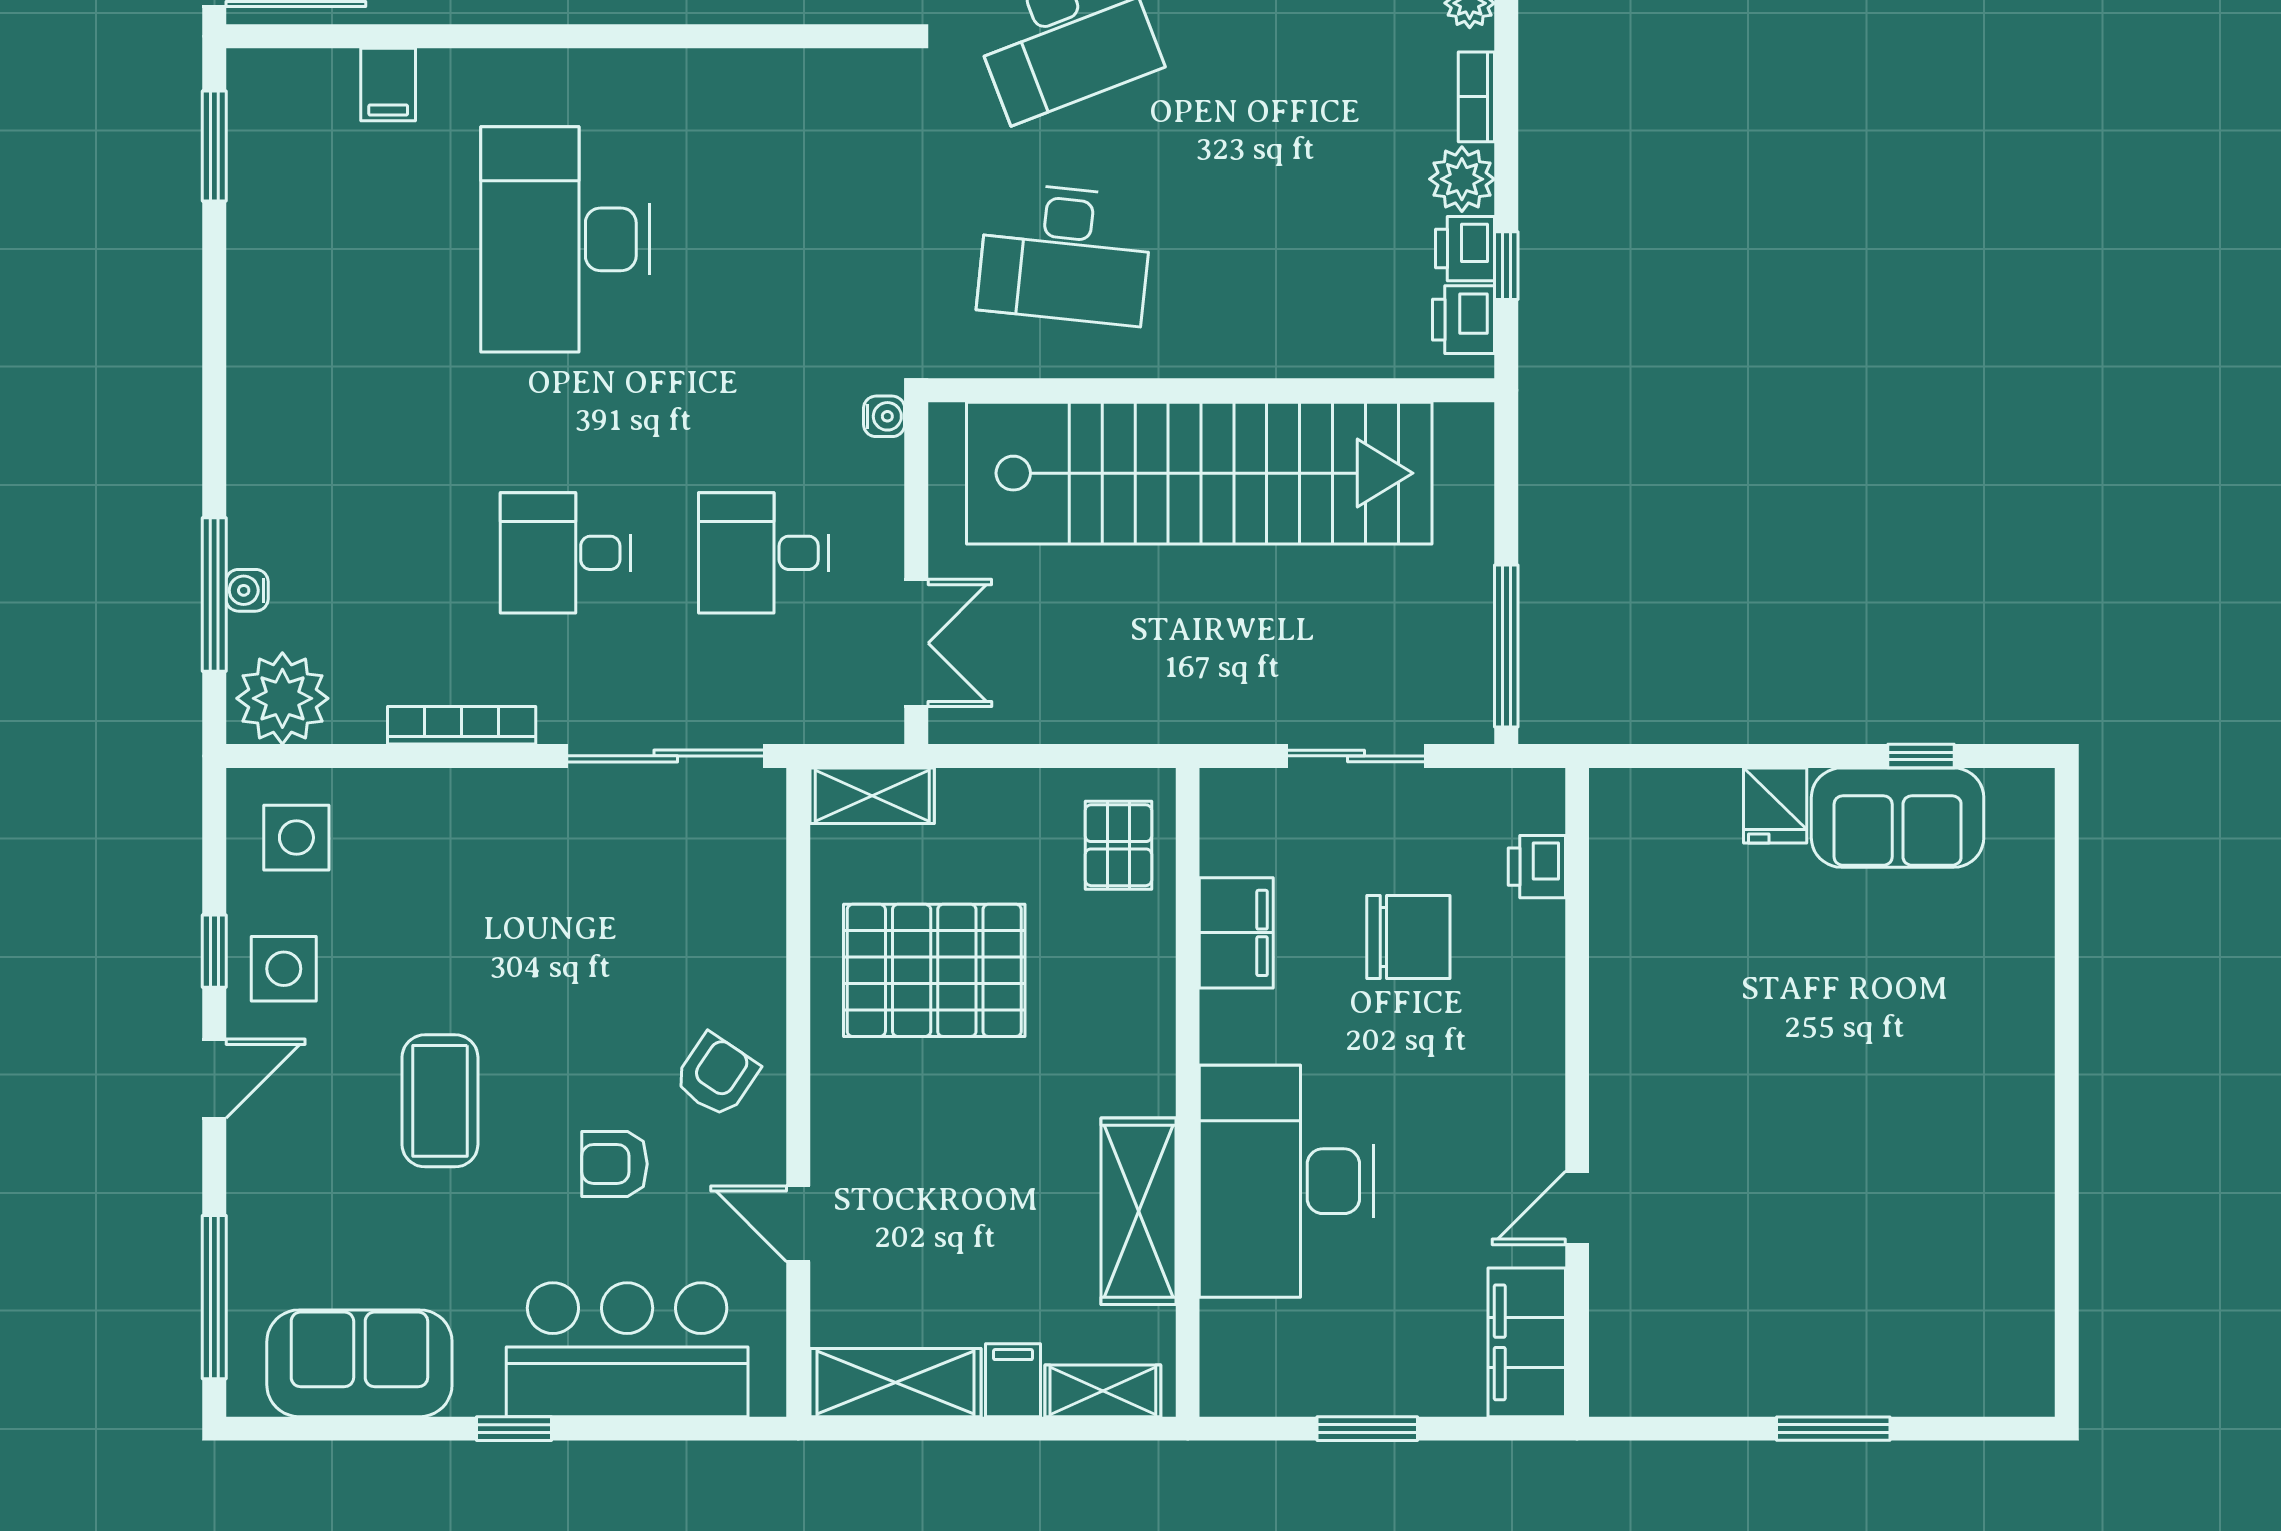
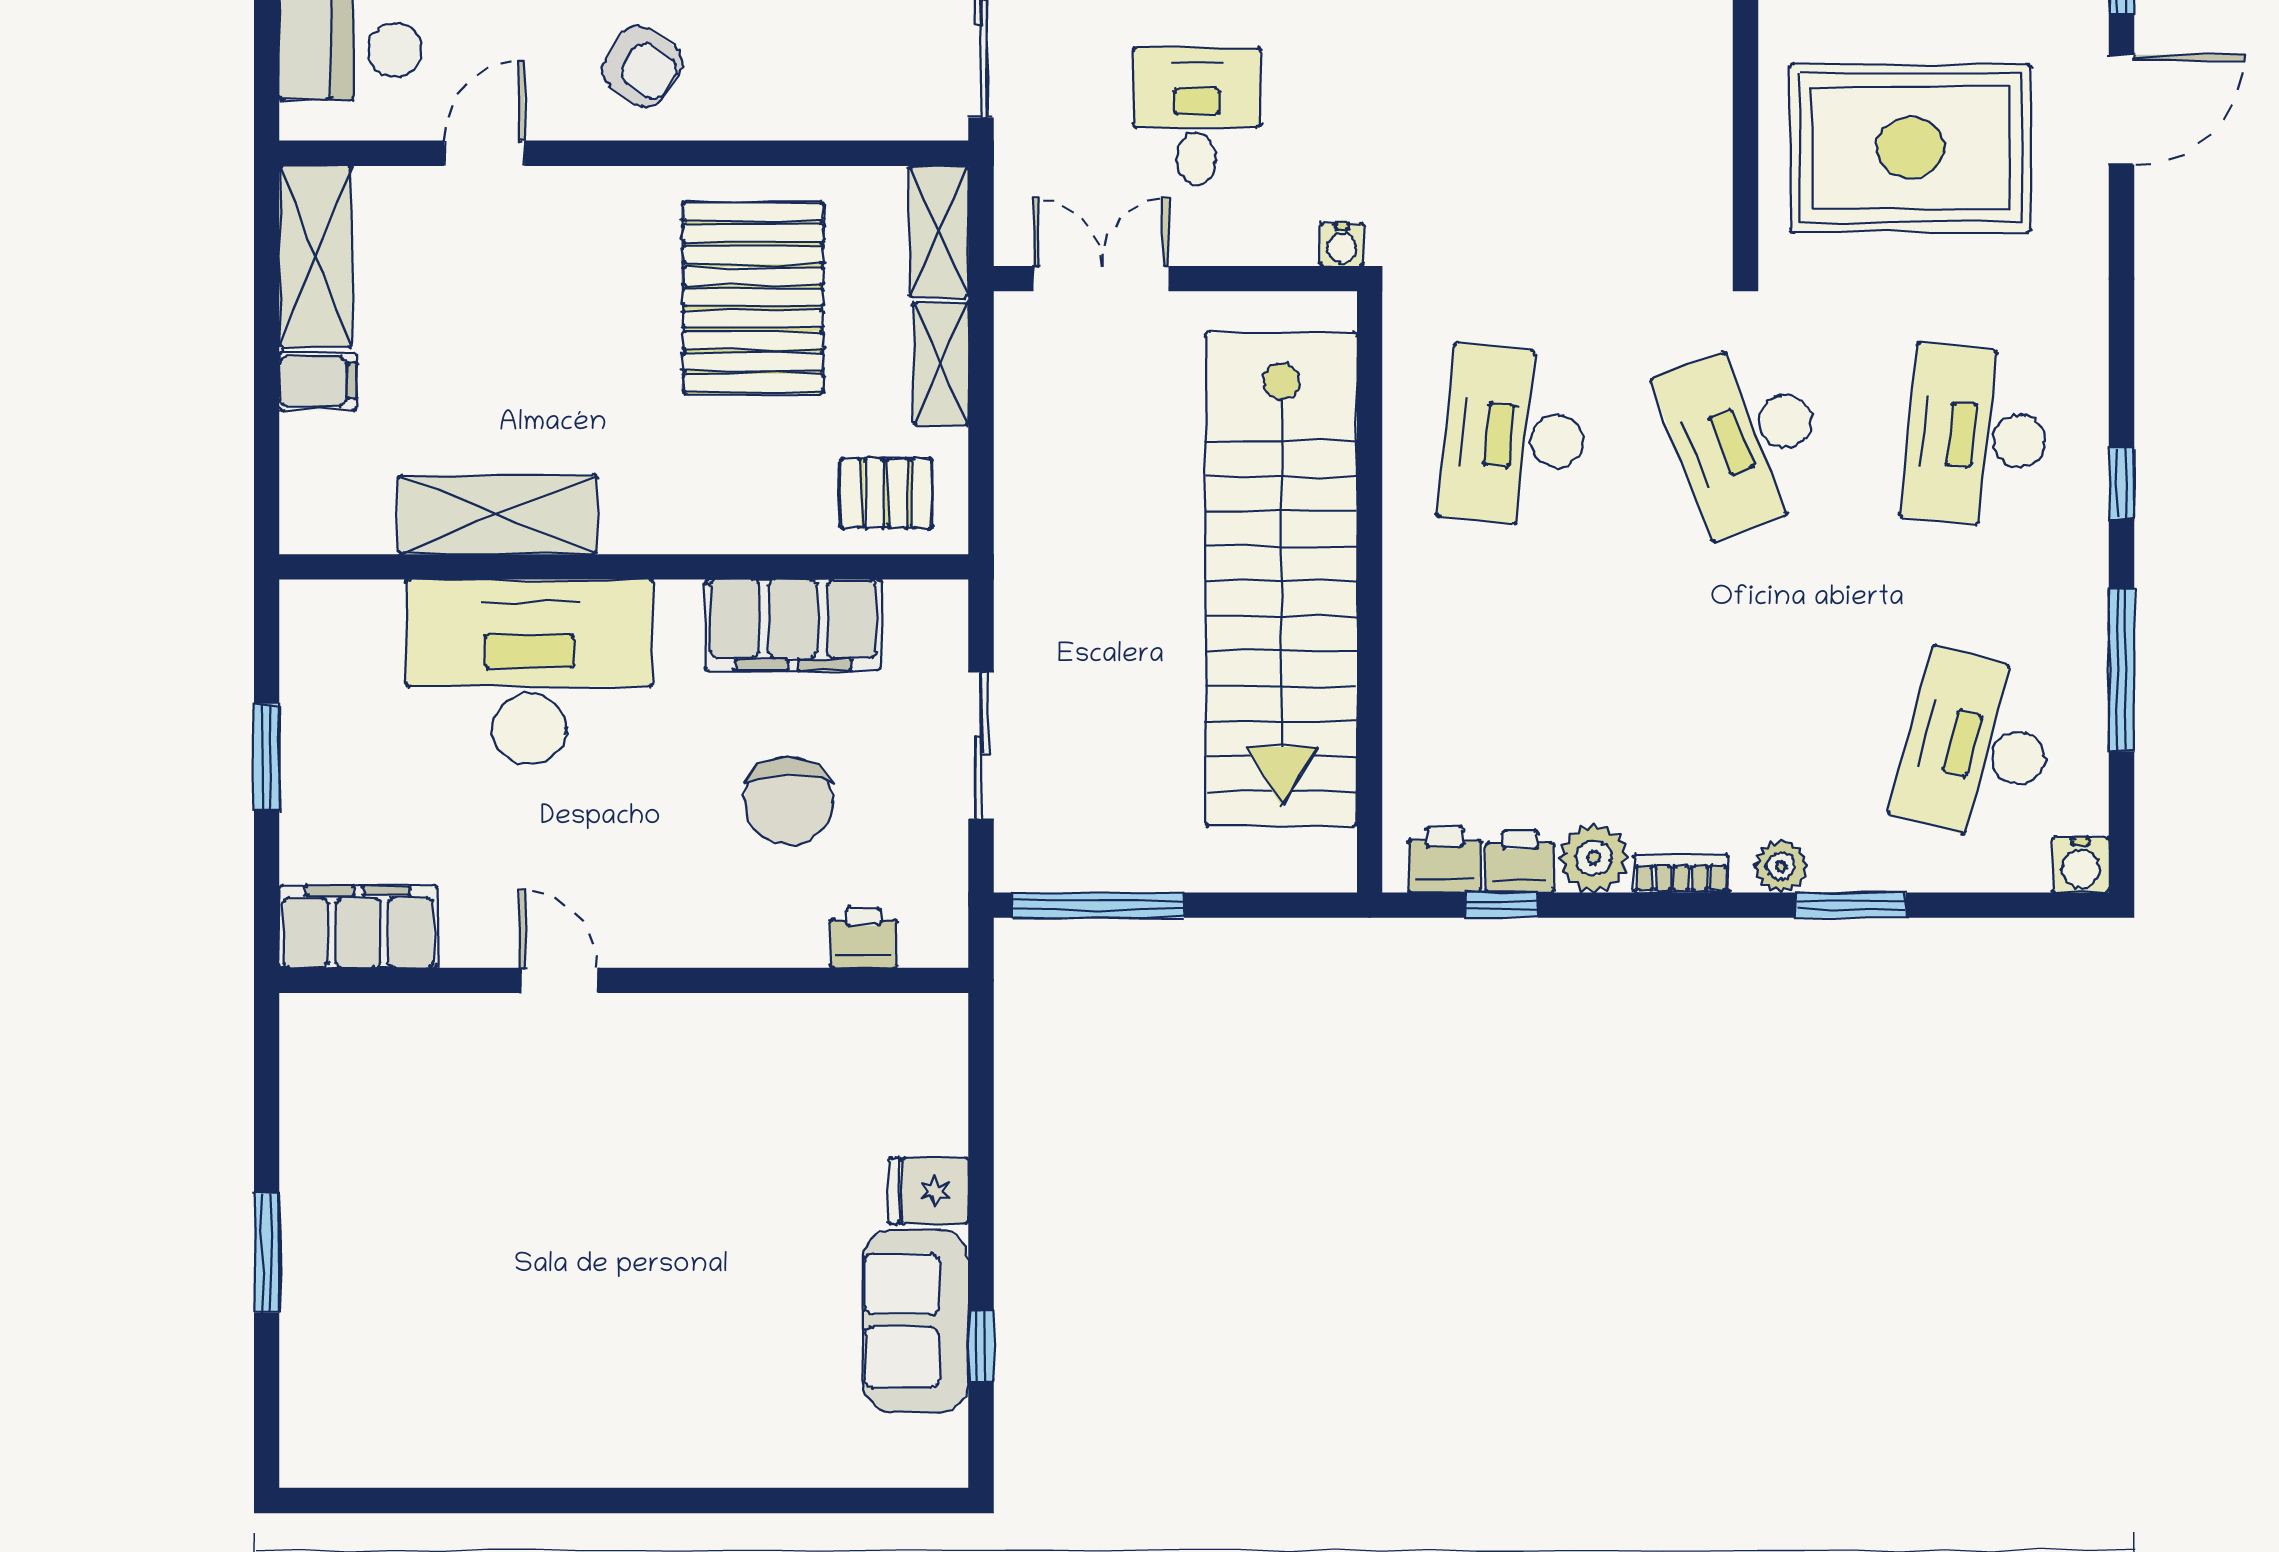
double door: (916, 643) -> (1101, 279), swing flipped
filing cabinet: (1236, 933) -> (793, 625), width x1.50, depth x1.17
door: (1577, 1208) -> (559, 980), moved
shelving: (1103, 1391) -> (941, 364), moved

